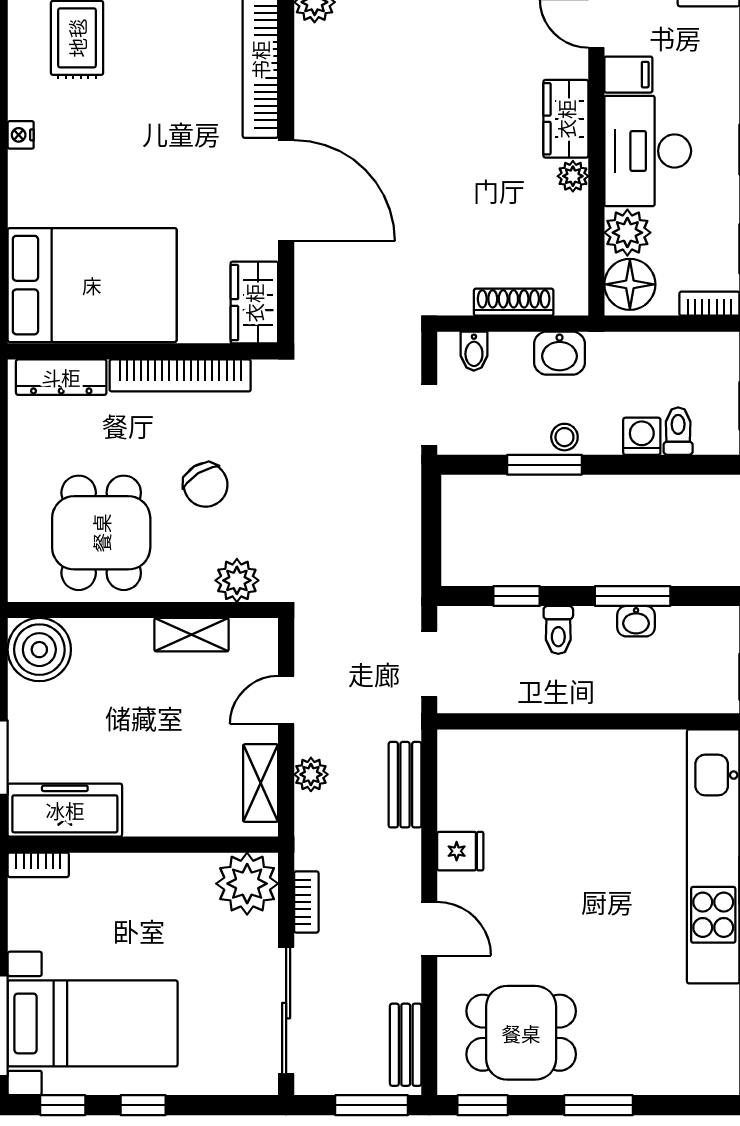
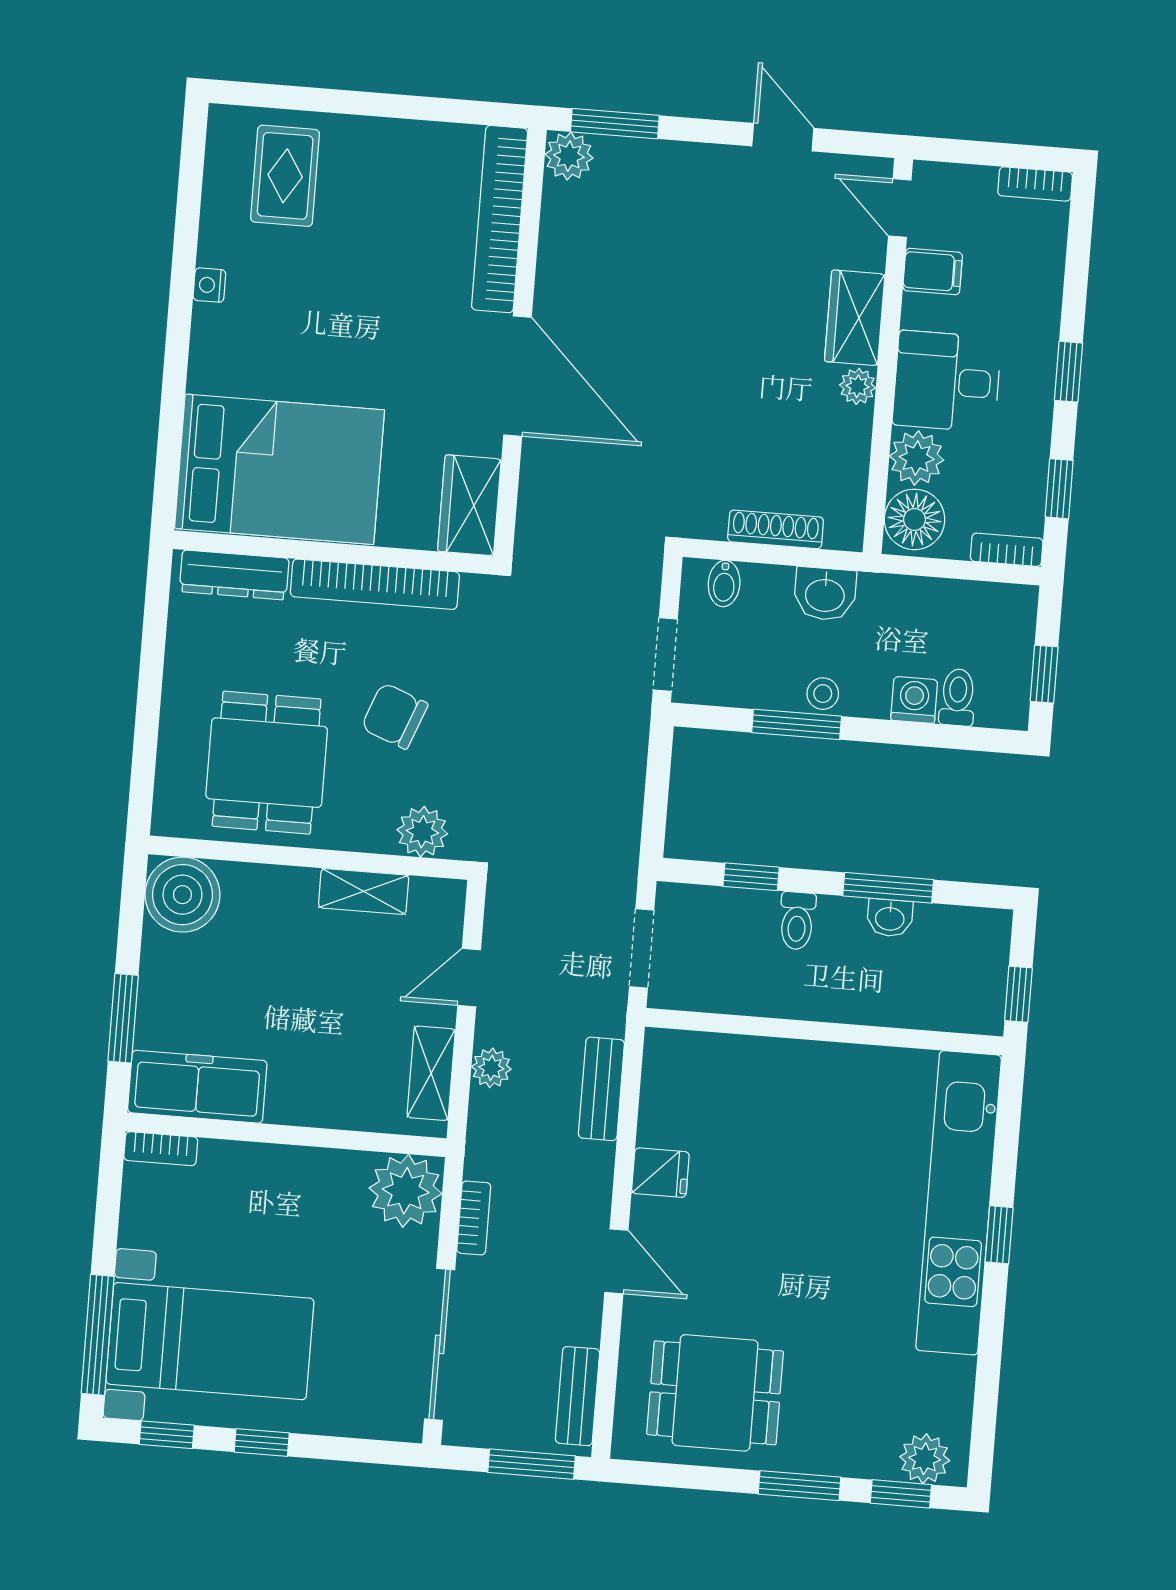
desk: (648, 151) -> (947, 381), width x0.73
chair: (206, 485) -> (394, 716), turned 143
plant: (702, 1074) -> (925, 1459), added
window: (483, 1105) -> (901, 1494), moved

